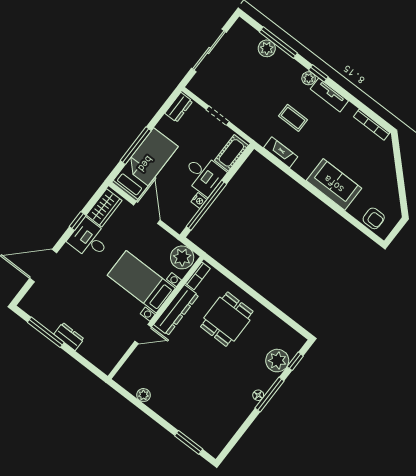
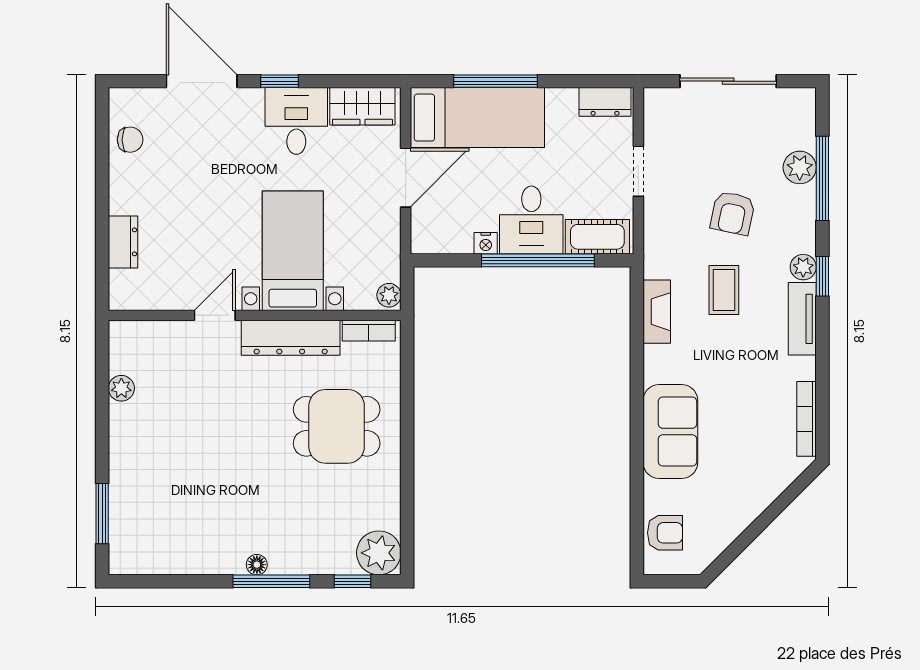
armchair: (264, 90) -> (733, 213), added
window: (206, 205) -> (538, 260), moved
armchair: (374, 218) -> (665, 533), turned -90
window: (78, 221) -> (280, 81), moved
plant: (182, 257) -> (389, 295), width x0.53, depth x0.53
chair: (45, 313) -> (130, 140), added
window: (46, 332) -> (102, 164), removed
door: (143, 334) -> (215, 315), swing flipped
dresser: (69, 337) -> (123, 242), moved
plant: (277, 361) -> (379, 553), moved

